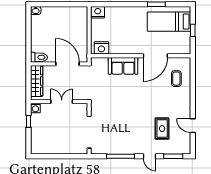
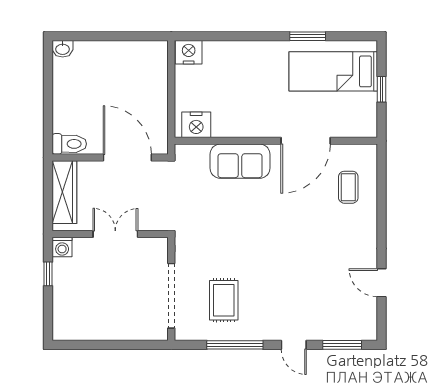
rug: (162, 129) -> (224, 300), moved

